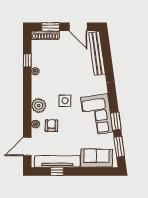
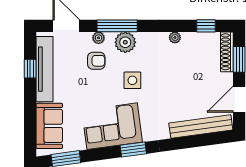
window: (27, 60) -> (206, 26), moved
window: (27, 111) -> (117, 26), added
window: (116, 121) -> (133, 150), moved

